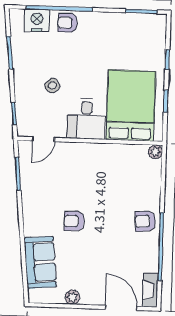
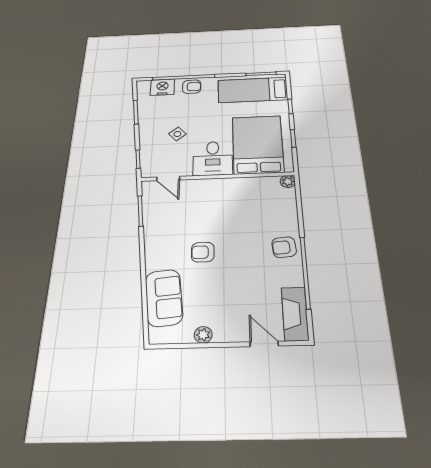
armchair: (68, 23) -> (192, 87), turned 180
bed: (131, 34) -> (253, 90), added
door: (43, 139) -> (168, 178), hinge flipped
fireplace: (150, 290) -> (295, 314), width x1.37, depth x1.32
door: (121, 308) -> (264, 344), width x0.73

